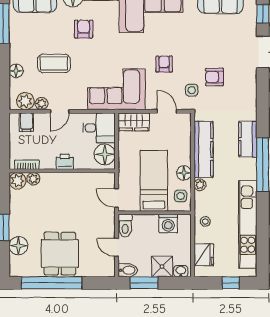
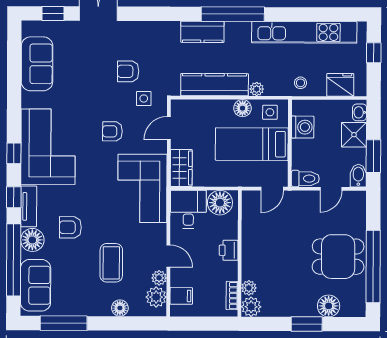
armchair: (214, 77) -> (128, 71), turned 90

